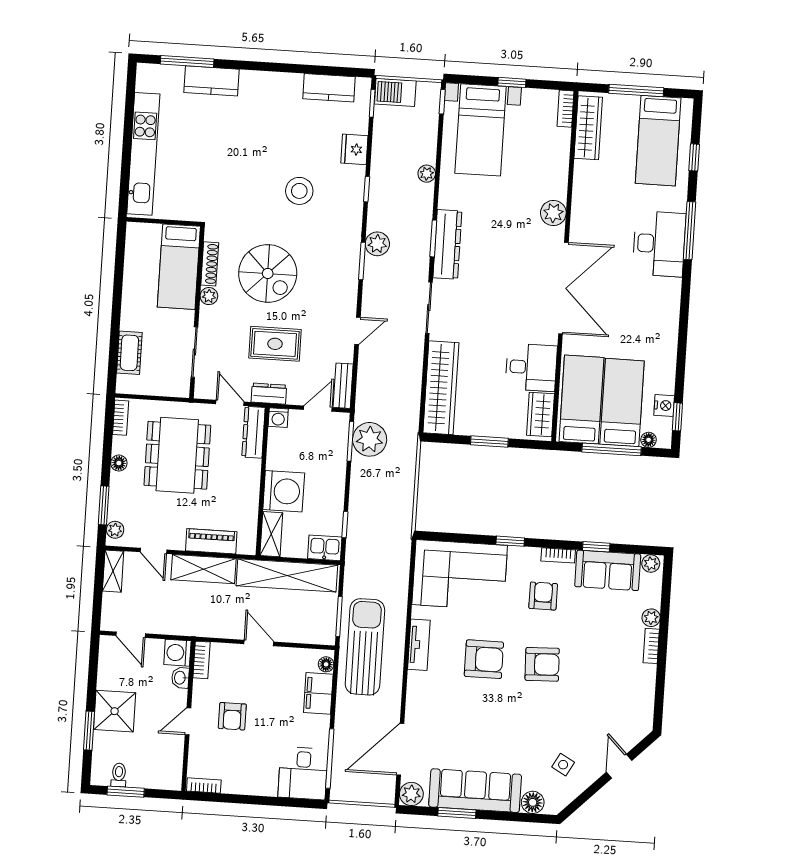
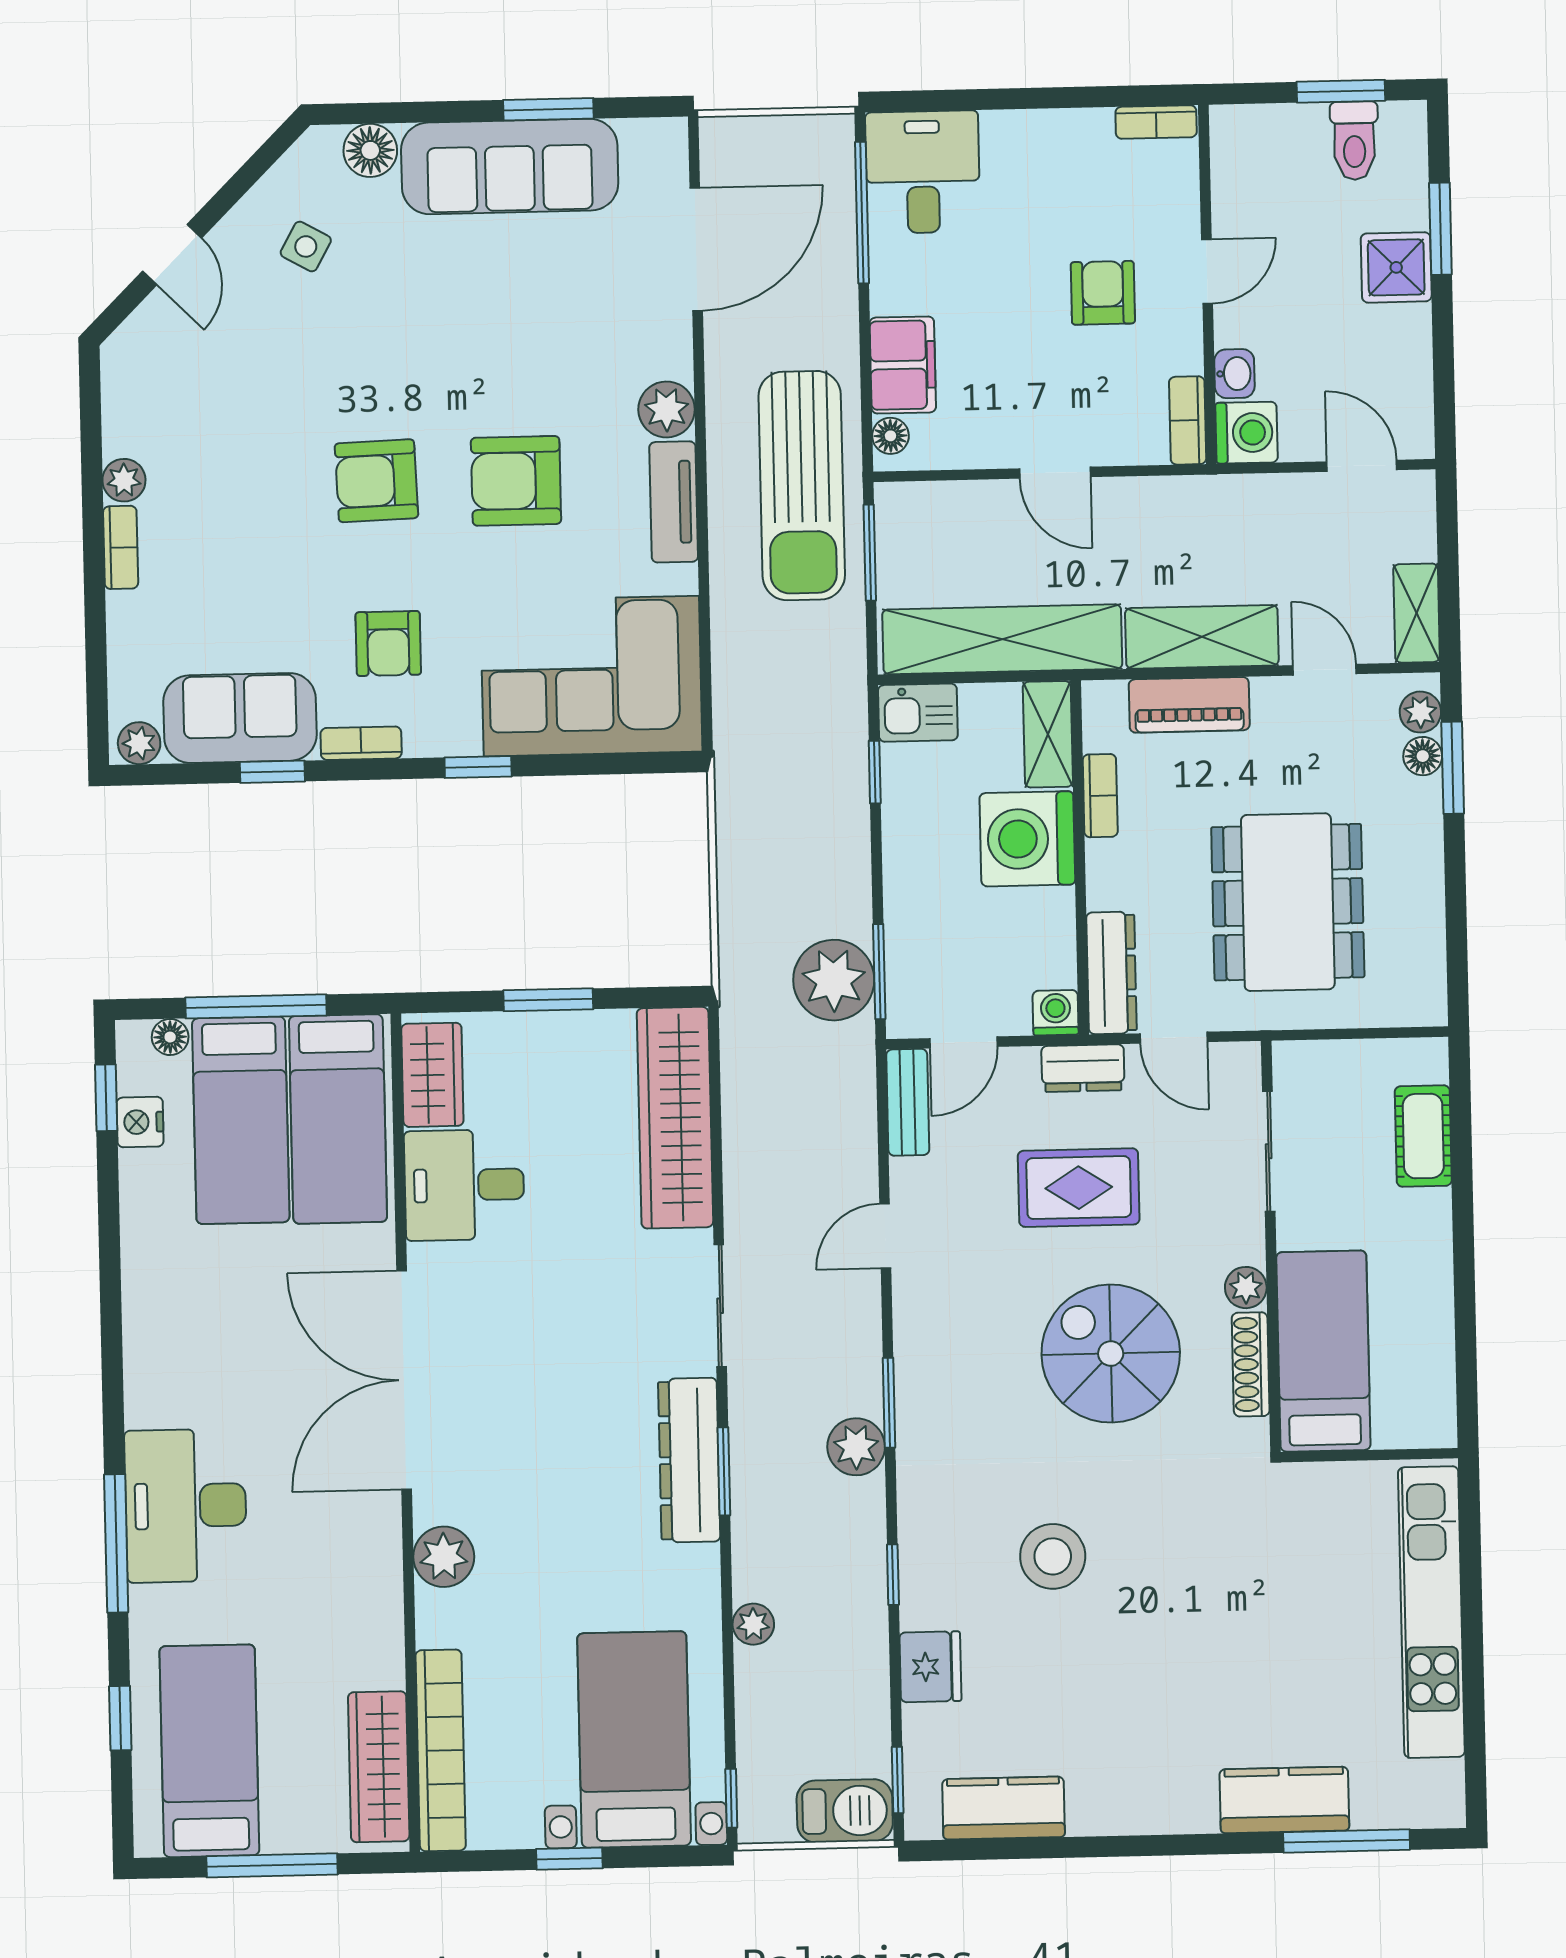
bookcase: (566, 109) -> (441, 1750), width x2.31, depth x1.31
bookcase: (121, 418) -> (1100, 796), moved, turned 180
floor lamp: (119, 463) -> (1423, 756), moved
plant: (651, 618) -> (124, 480), moved
shower: (115, 711) -> (1396, 267), width x0.73, depth x0.73
toilet: (119, 775) -> (1354, 141), width x1.37, depth x1.39
plant: (411, 794) -> (667, 409), moved

